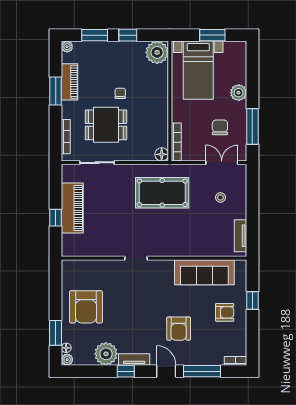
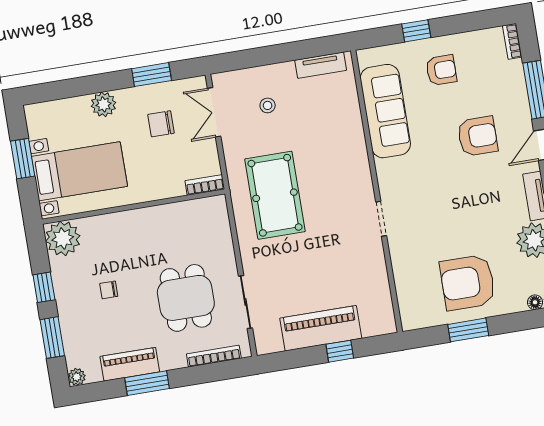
chair: (120, 93) -> (109, 290), moved
window: (252, 127) -> (152, 75), width x0.69
bookcase: (176, 142) -> (205, 185), width x0.64
floor lamp: (162, 154) -> (217, 206), removed
armchair: (86, 307) -> (468, 282), turned 180
armchair: (225, 312) -> (441, 70), turned 90
window: (56, 333) -> (468, 330), moved

